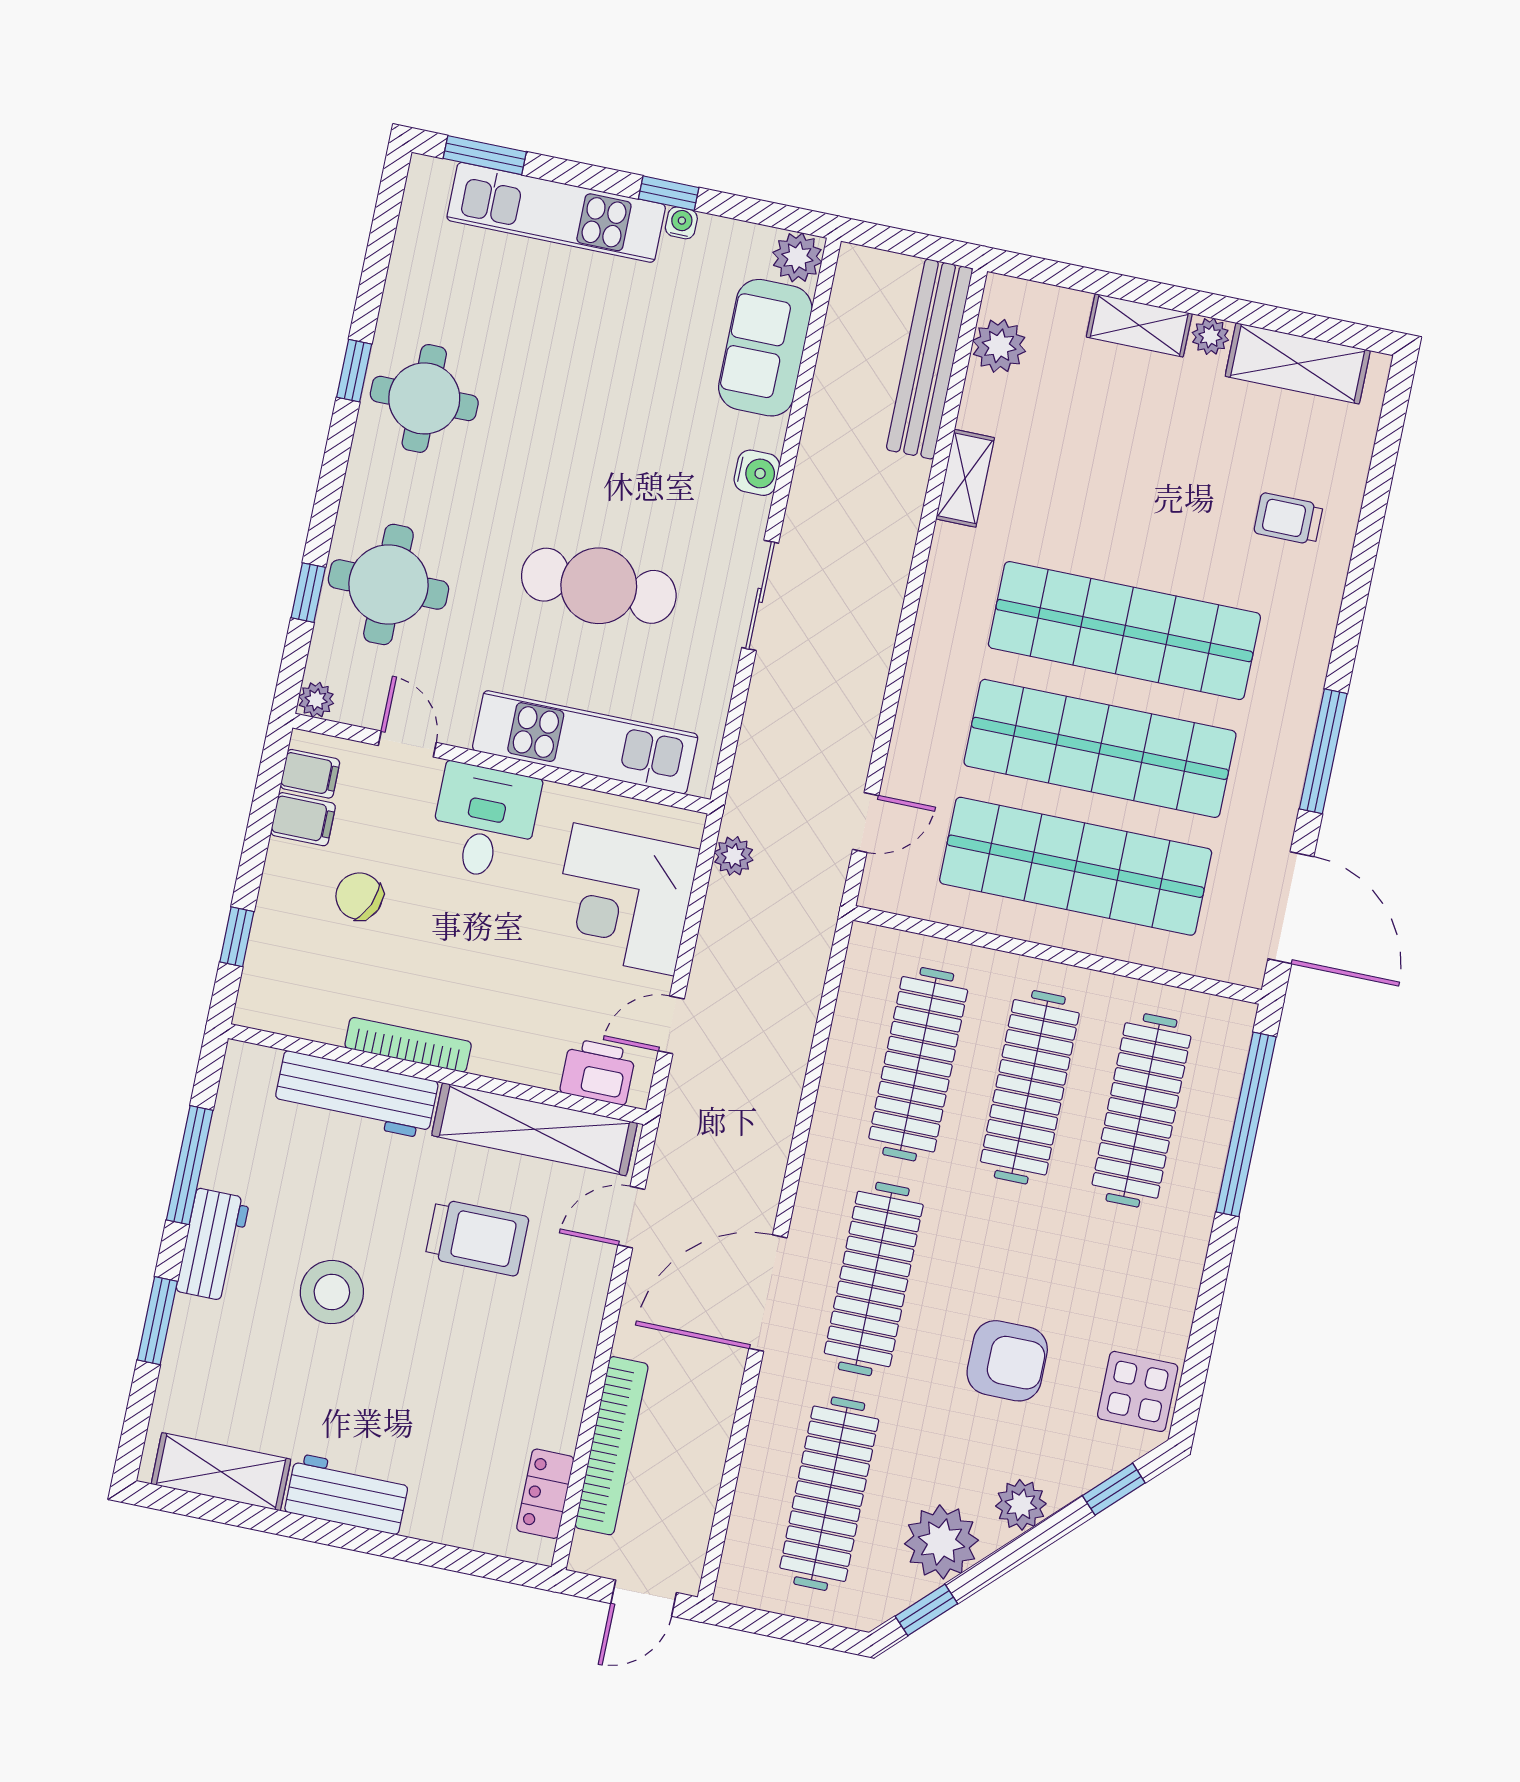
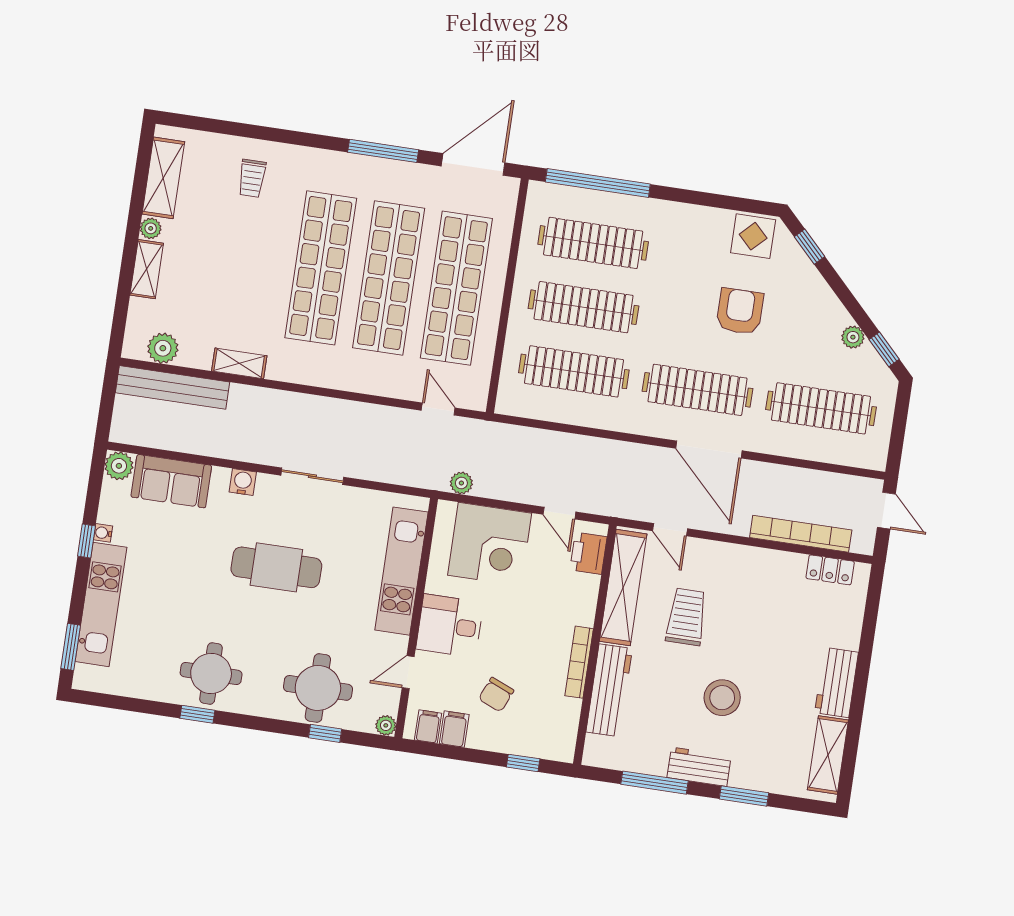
cafe table: (599, 586) -> (276, 567), moved, turned 90
plant: (1021, 1505) -> (821, 299), removed
plant: (942, 1542) -> (853, 337), width x0.53, depth x0.53

